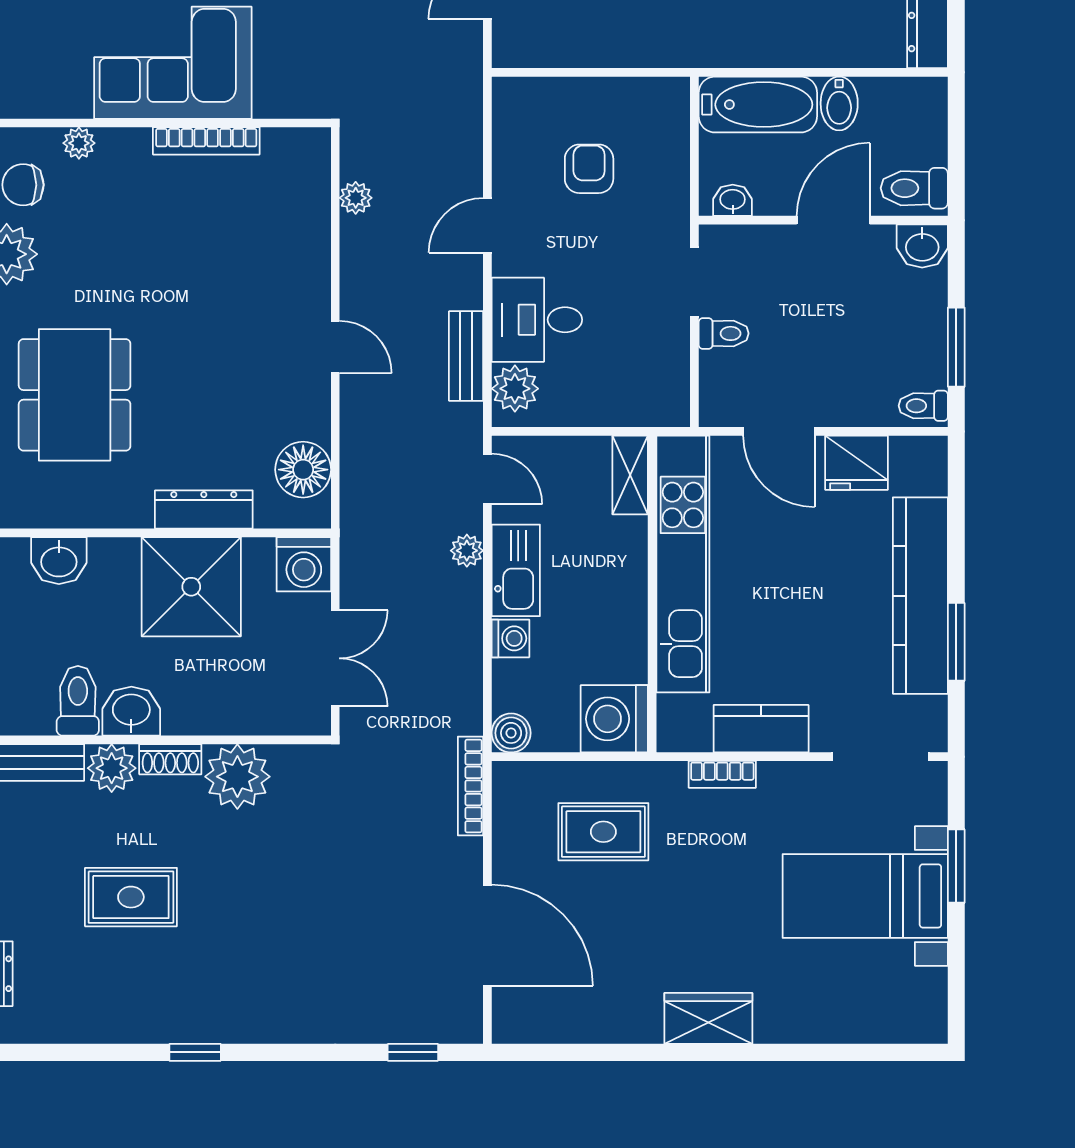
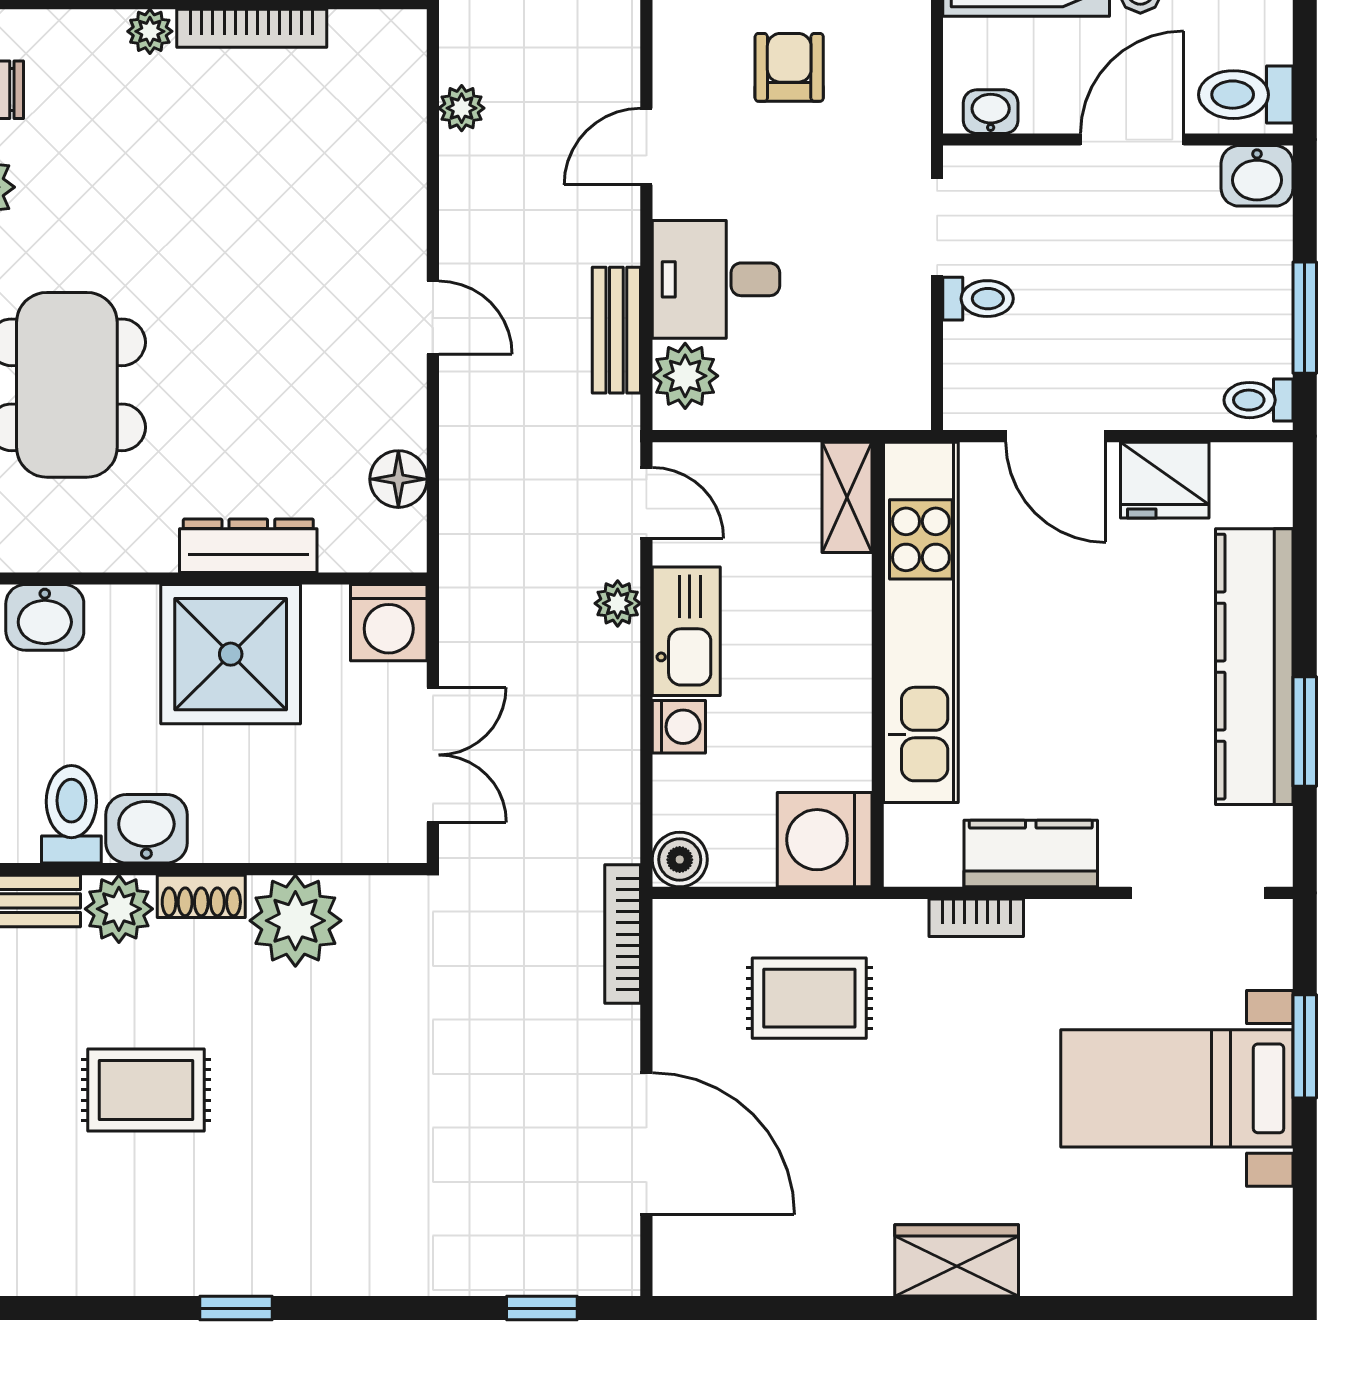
plant: (79, 143) -> (150, 31), moved
floor lamp: (303, 470) -> (398, 479), width x0.73, depth x0.73

